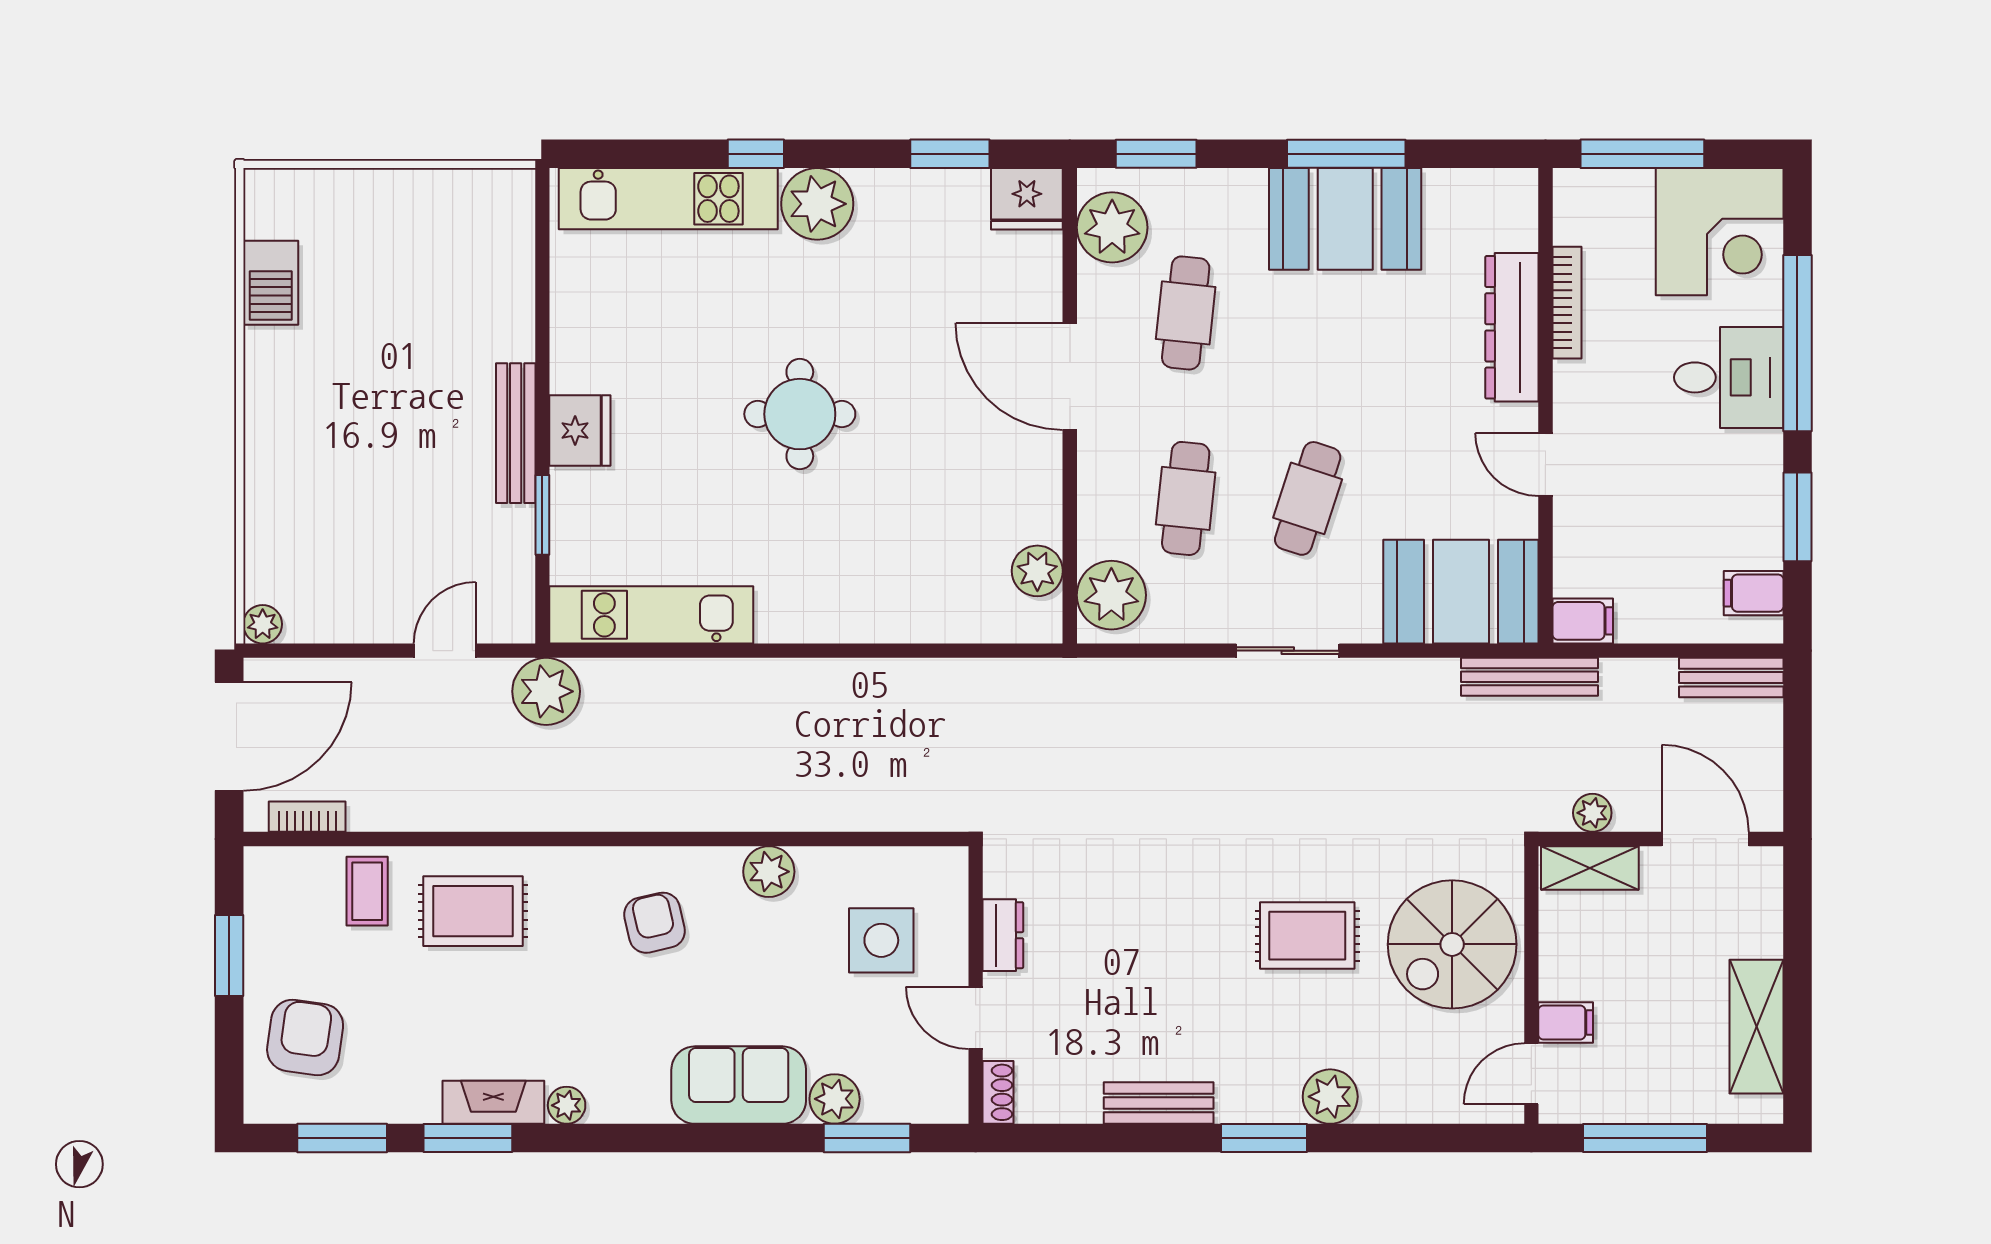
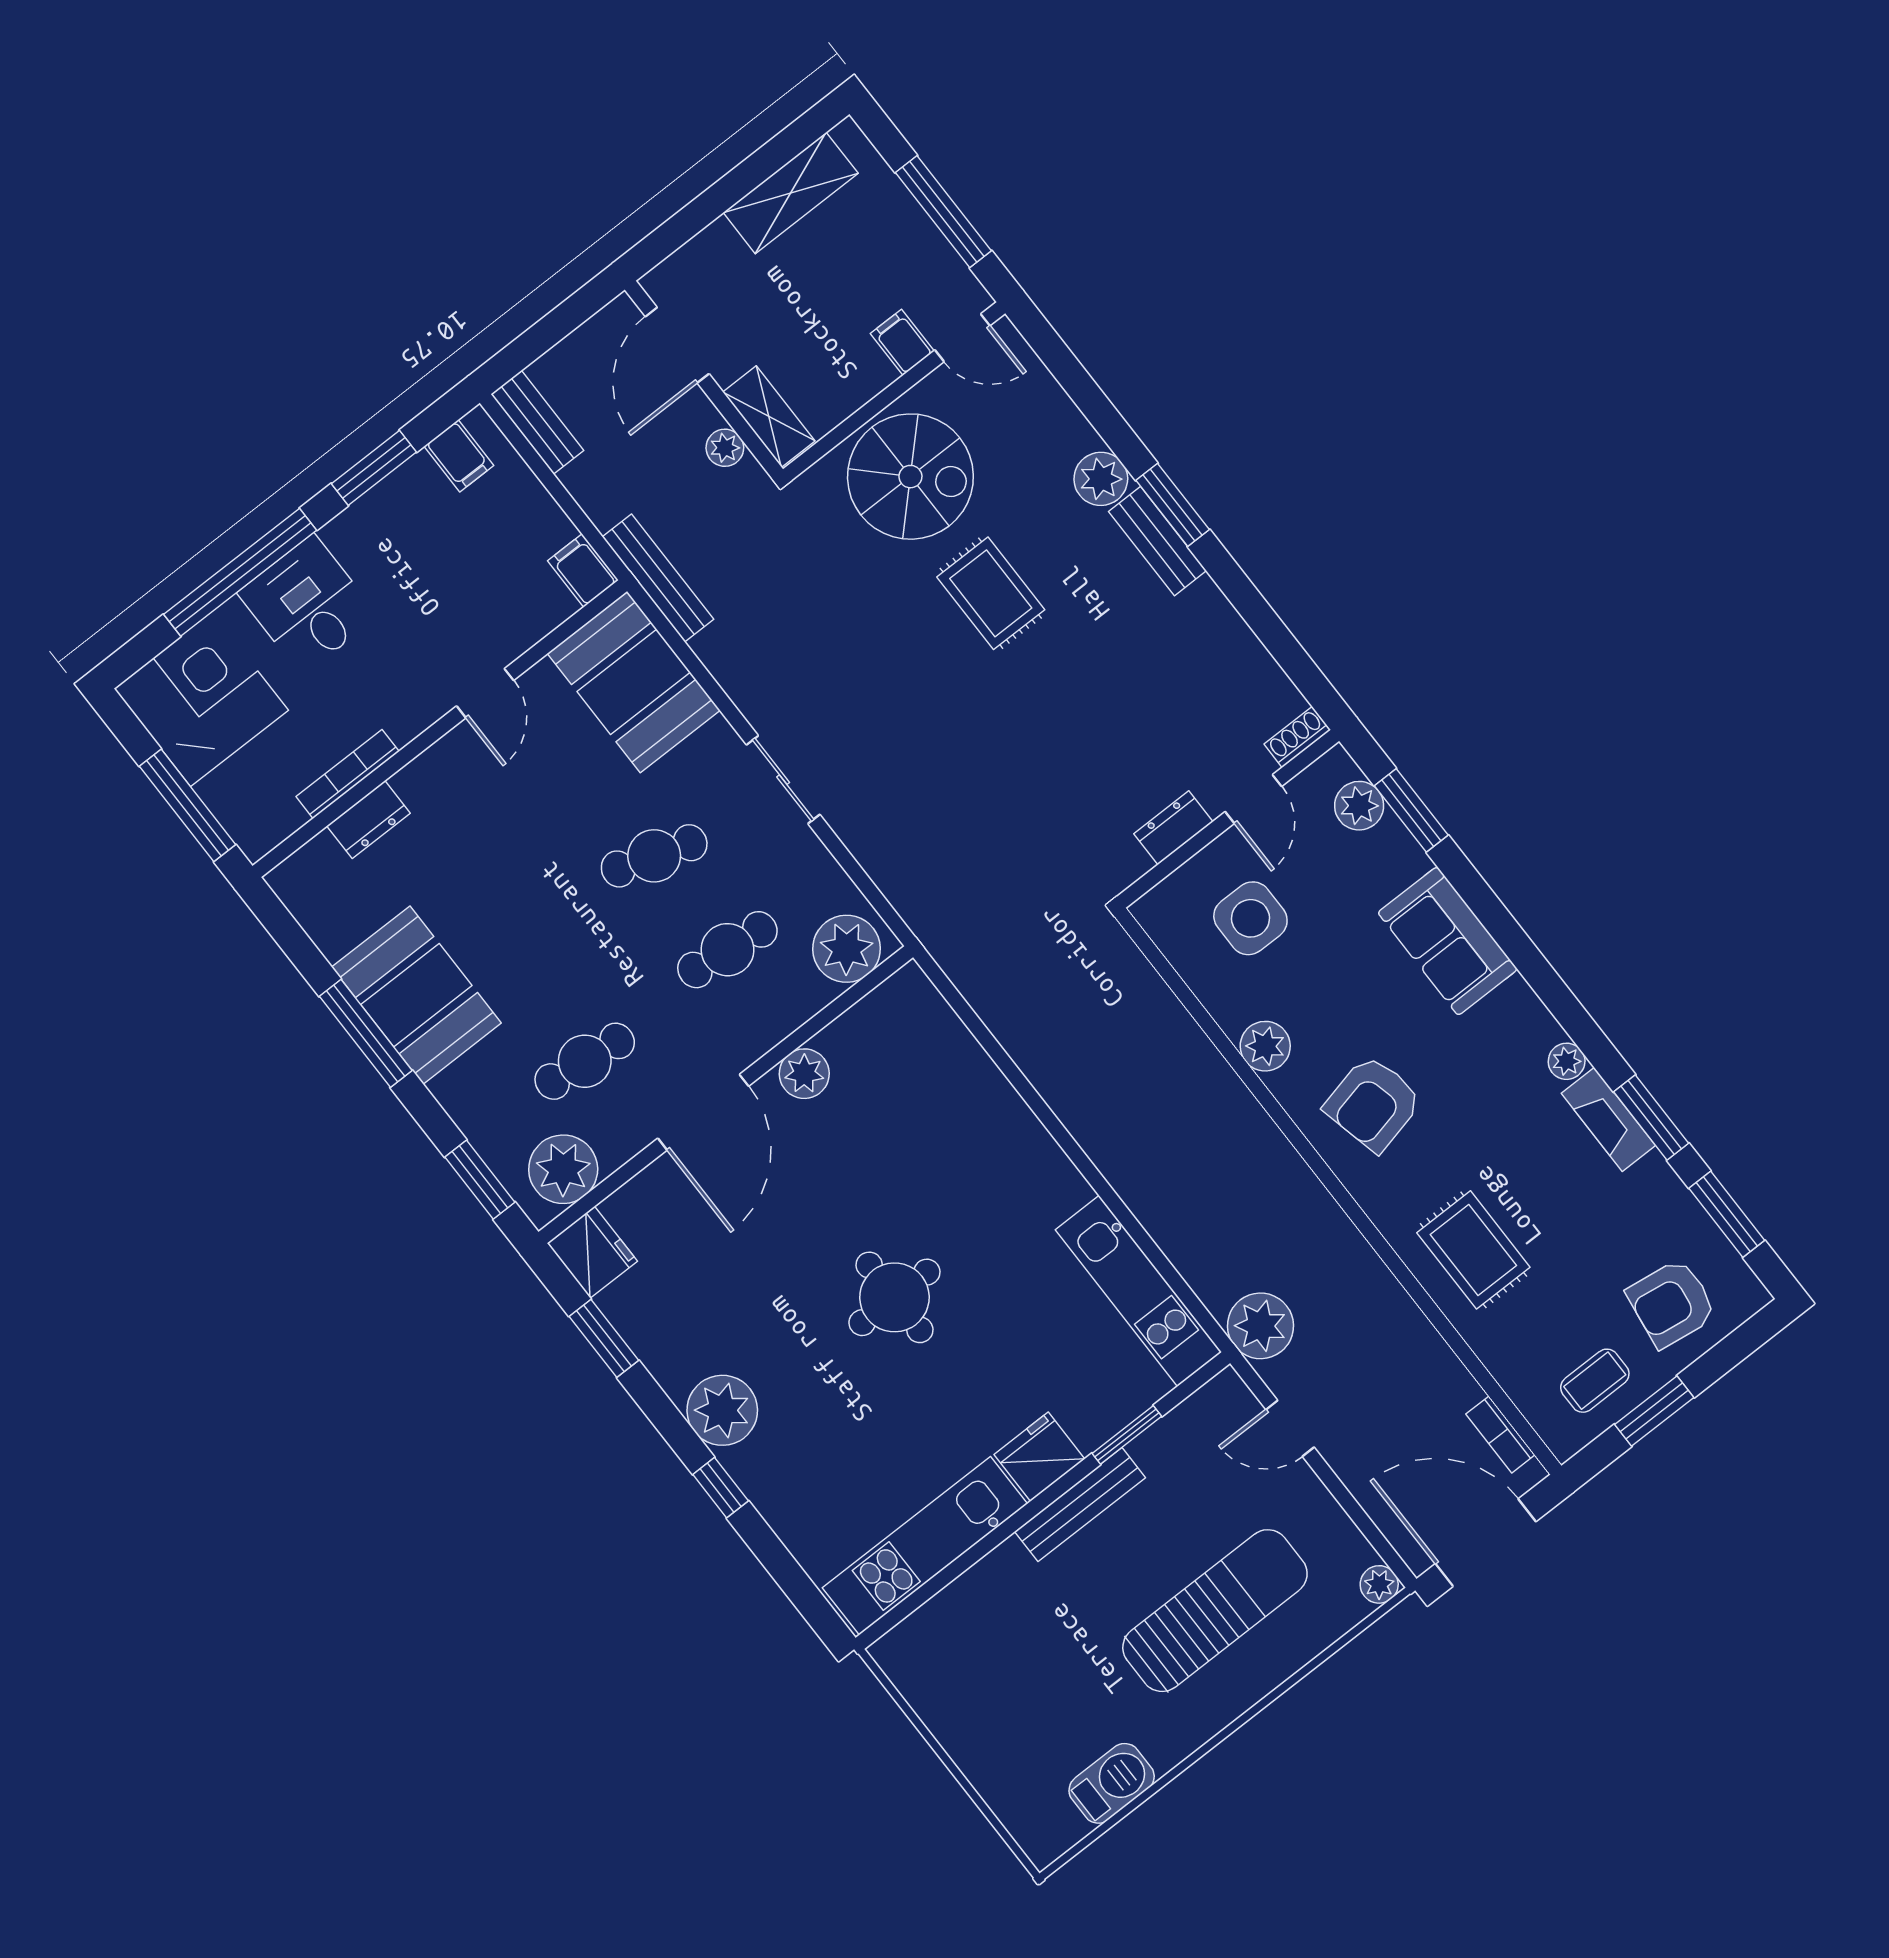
kitchen unit: (668, 199) -> (925, 1546), moved, turned -90
dresser: (1512, 327) -> (368, 819), width x0.51, depth x0.80
sun lounger: (345, 475) -> (1215, 1611), added
plant: (1037, 571) -> (804, 1074), moved
coffee table: (367, 891) -> (1595, 1381), moved
armchair: (654, 923) -> (1373, 1103), width x1.38, depth x1.38
plant: (835, 1099) -> (1359, 806), moved
bench: (1159, 1103) -> (1157, 541), moved

